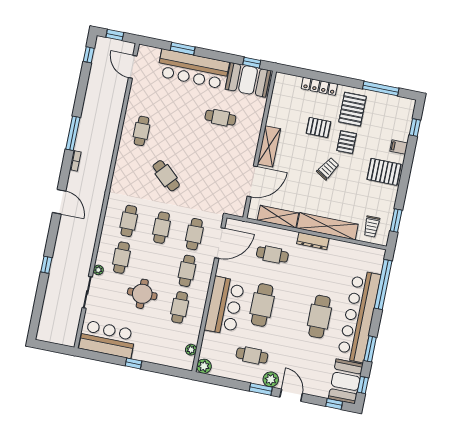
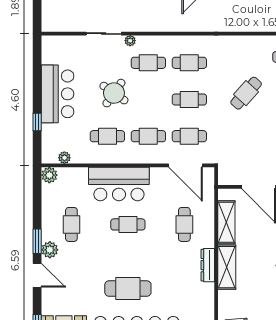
shelving: (327, 226) -> (227, 267), width x0.68
round table: (142, 294) -> (114, 93), turned 35
cafe table: (262, 305) -> (128, 224), width x0.73, depth x0.74
bar counter: (108, 339) -> (58, 94), moved
window: (133, 363) -> (37, 122), moved
door: (291, 395) -> (37, 275), hinge flipped

